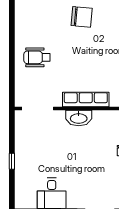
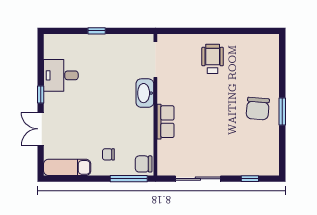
row of seats: (86, 99) -> (166, 122), width x0.68
washbasin: (79, 118) -> (145, 93), moved

